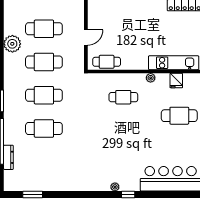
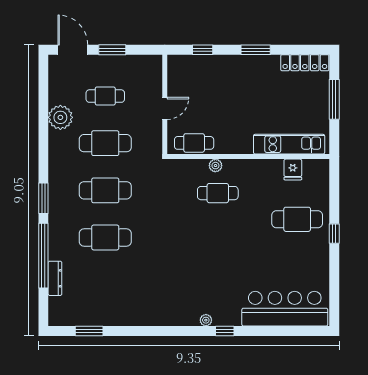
cafe table: (44, 29) -> (105, 96), width x0.73, depth x0.74
plant: (151, 78) -> (215, 166), moved

